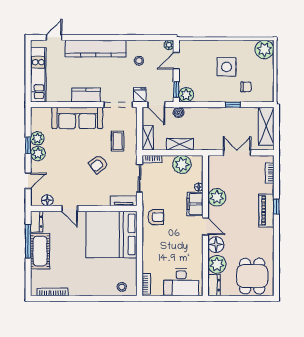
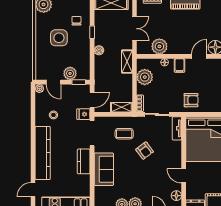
door: (54, 37) -> (33, 190), hinge flipped
plant: (186, 95) -> (70, 73), moved
boiler: (179, 112) -> (99, 50), moved
sofa: (77, 118) -> (104, 169), width x0.73
shelving: (180, 144) -> (127, 62), moved
double door: (237, 153) -> (134, 29), swing flipped
plant: (217, 197) -> (159, 46), moved
filing cabinet: (195, 204) -> (180, 66), width x0.50
door: (70, 209) -> (184, 176), swing flipped
armchair: (156, 217) -> (191, 100), turned 90

